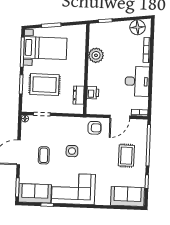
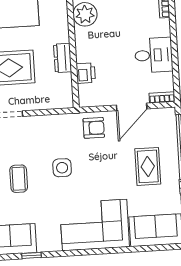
desk: (137, 81) -> (154, 55), width x0.73
dresser: (79, 95) -> (63, 58), moved
corner sofa: (73, 189) -> (95, 225), moved

